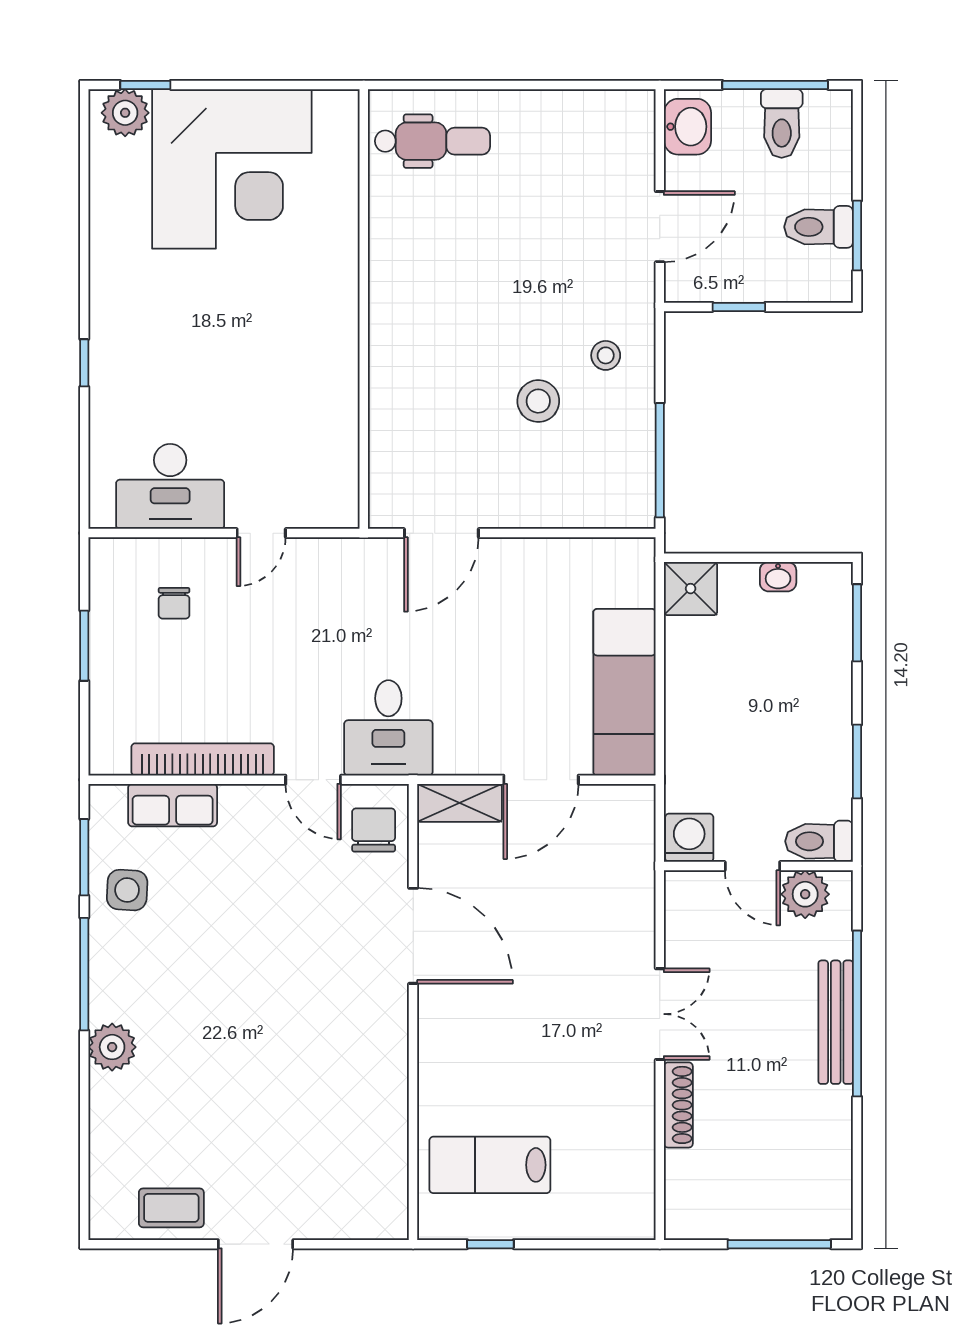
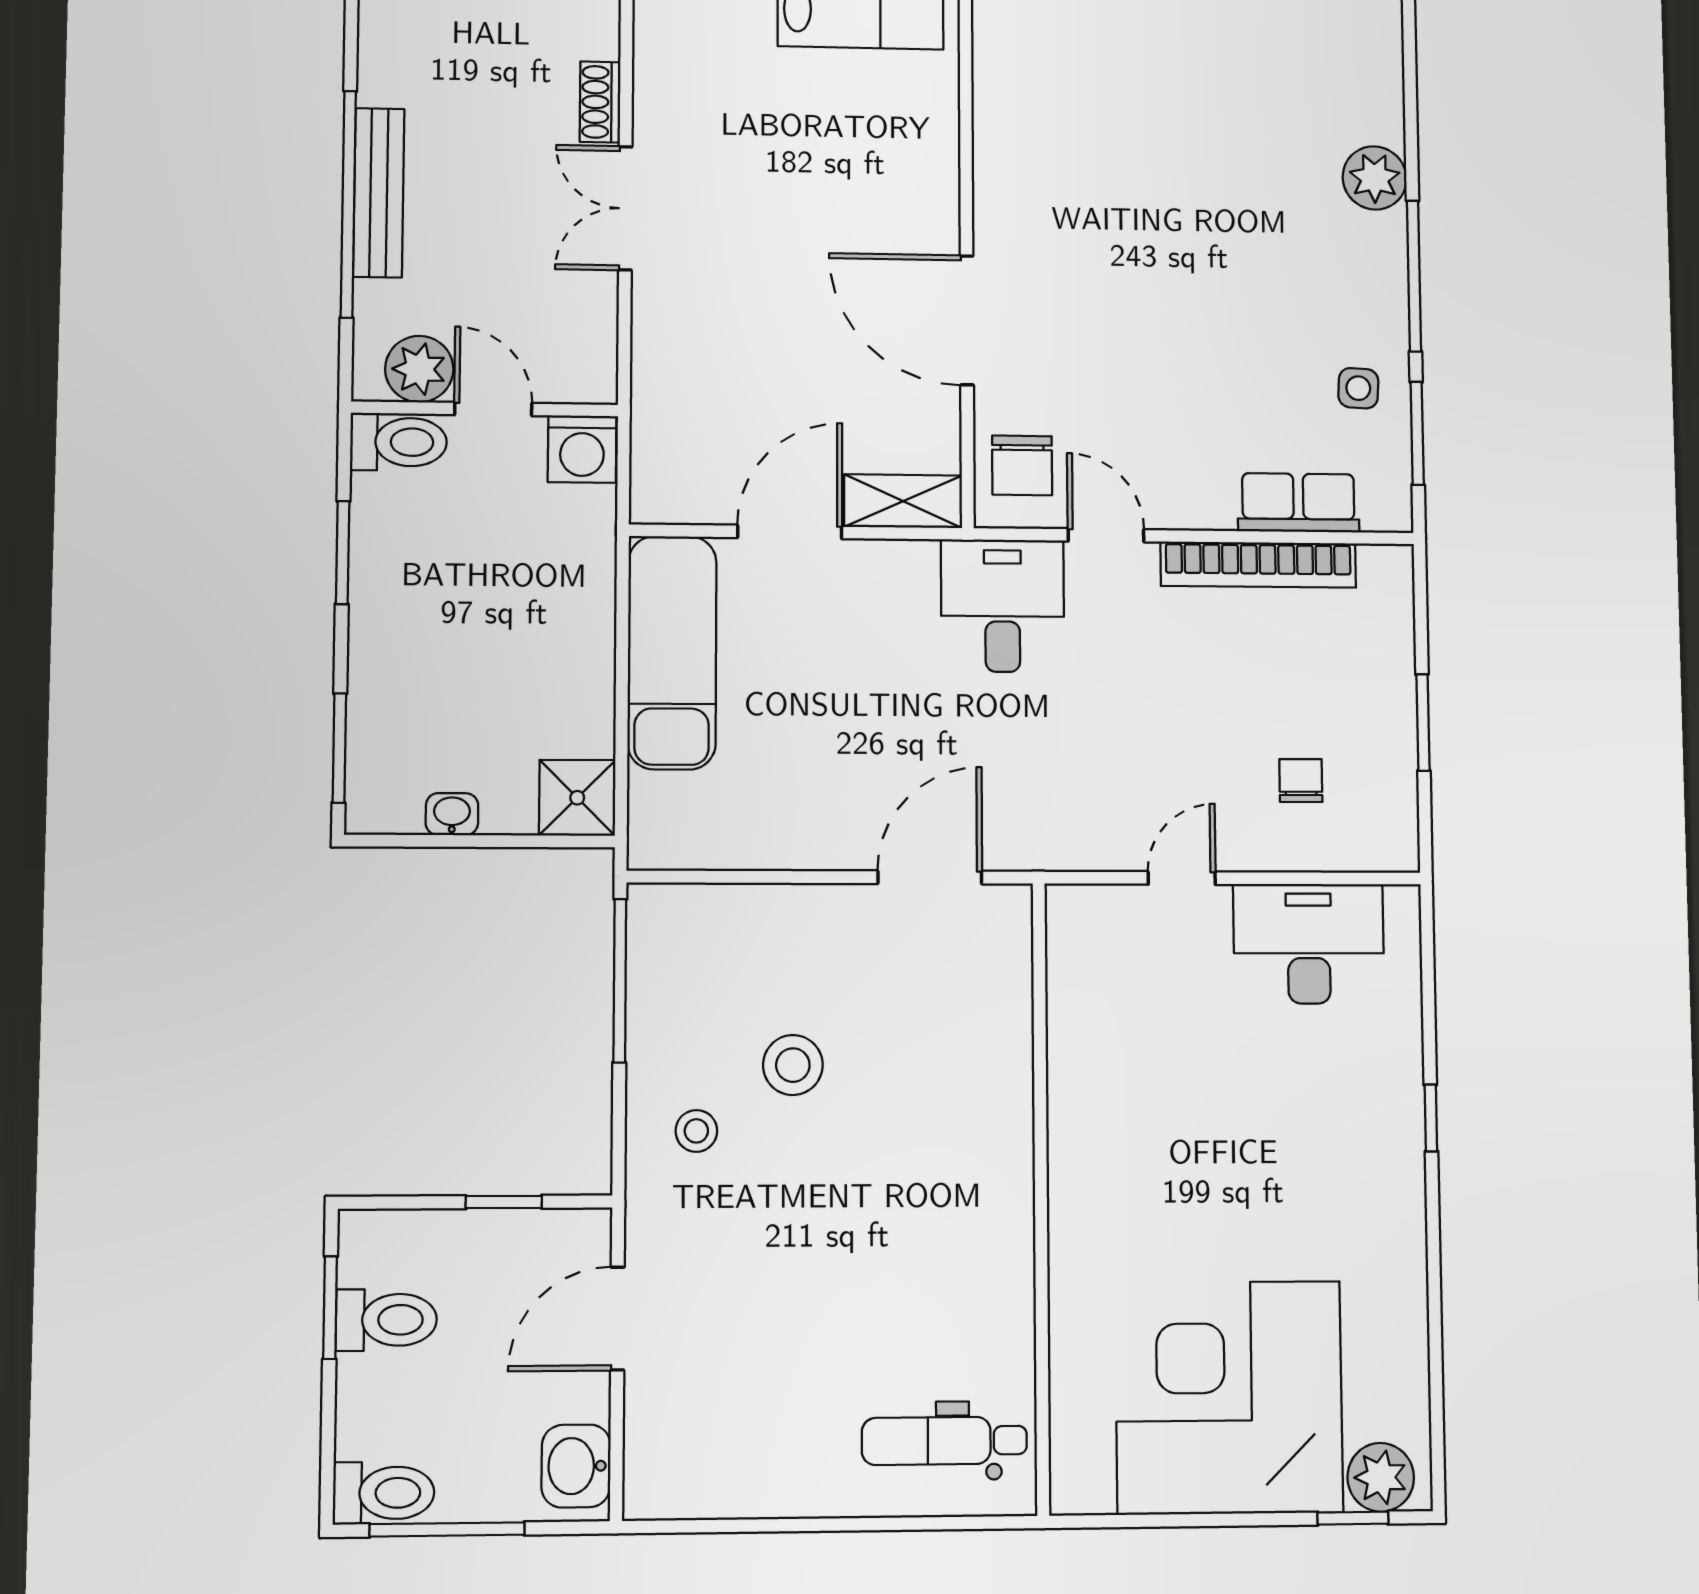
toilet: (782, 123) -> (384, 1493), moved, turned 90
side table: (127, 890) -> (1358, 388), width x0.73, depth x0.73
shoe rack: (678, 1105) -> (600, 102), width x0.70

